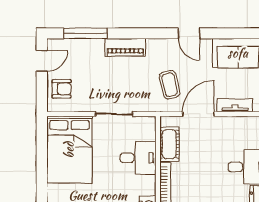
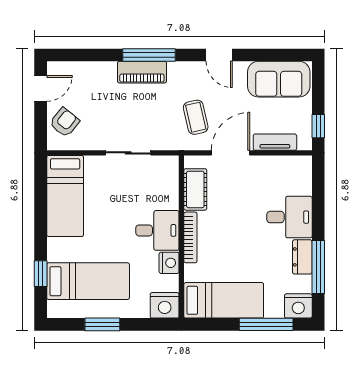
window: (86, 33) -> (149, 55), moved
armchair: (62, 89) -> (65, 122), turned -51
bed: (69, 150) -> (65, 196), width x0.67
desk: (138, 158) -> (157, 230), moved

